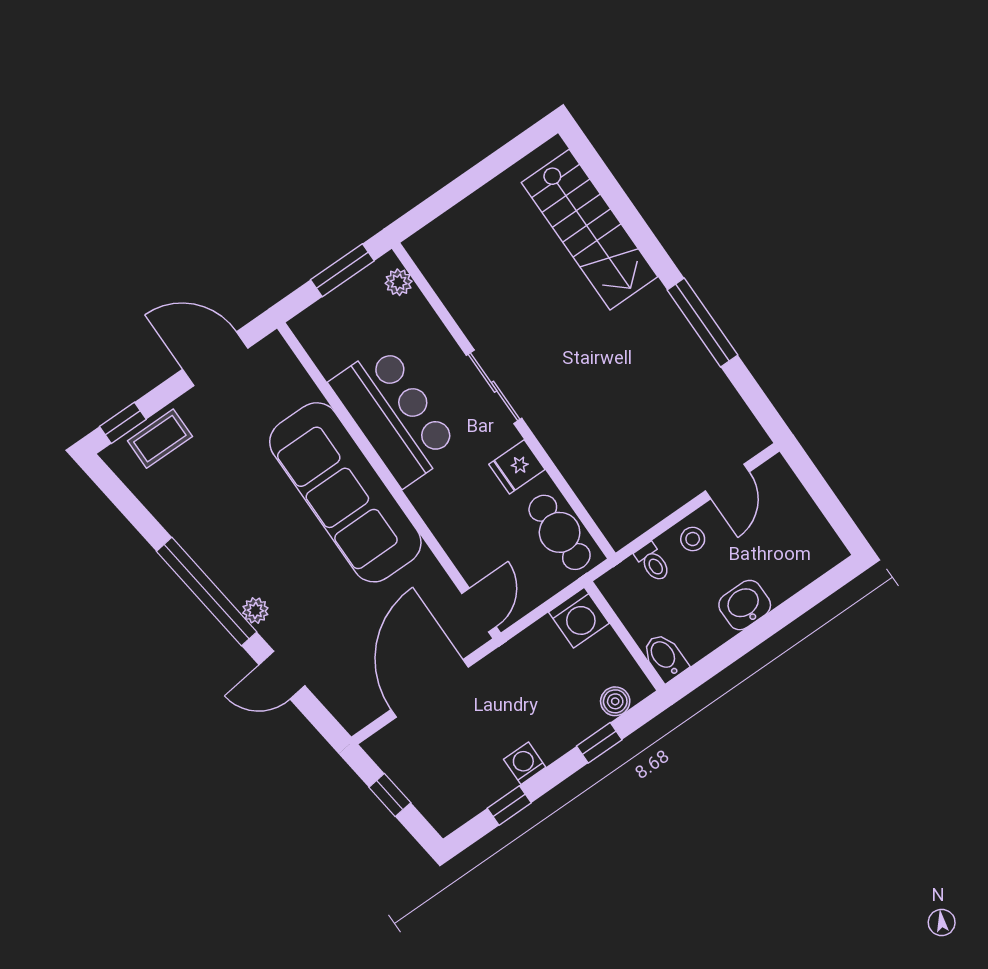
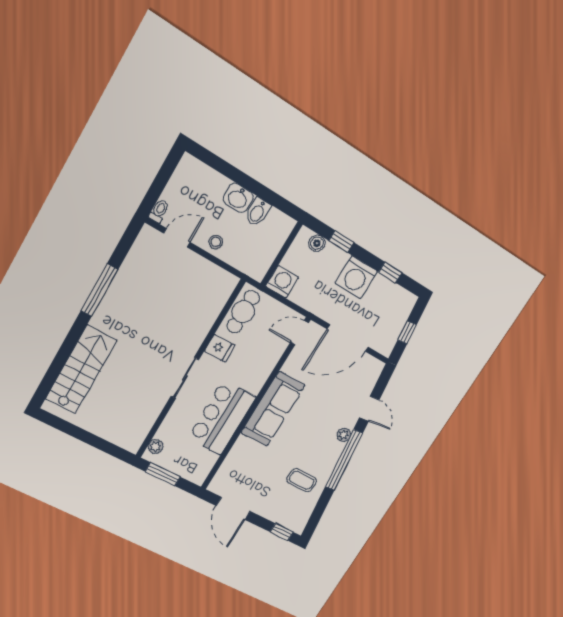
coffee table: (160, 439) -> (302, 480), moved
sofa: (345, 492) -> (273, 409), width x0.74, depth x0.79
toilet: (653, 562) -> (159, 211), moved
bidet: (665, 657) -> (258, 212), moved
washing machine: (525, 763) -> (356, 277), width x1.89, depth x1.89

